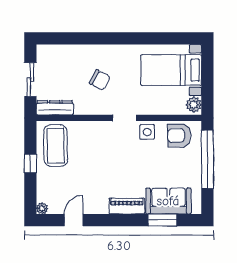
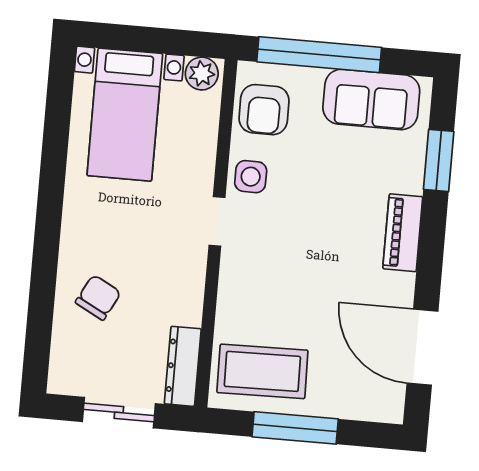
chair: (100, 80) -> (98, 297), moved
window: (30, 163) -> (295, 428), width x2.17
sofa: (168, 201) -> (371, 99), moved, turned -90
plant: (42, 208) -> (392, 412), removed
door: (74, 220) -> (422, 347), width x1.88

